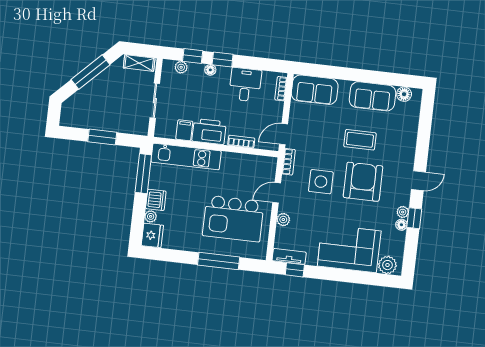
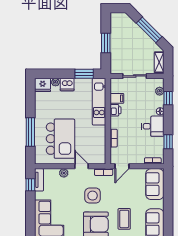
window: (223, 59) -> (168, 142), moved
desk: (245, 85) -> (153, 126), moved
printer: (209, 131) -> (115, 110), width x0.53, depth x0.68
door: (283, 134) -> (122, 166), swing flipped
window: (143, 174) -> (84, 74), width x0.69
kitchen island: (233, 219) -> (60, 139), turned 180

